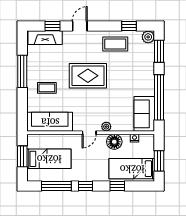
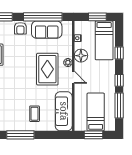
armchair: (146, 72) -> (20, 28), added
rug: (88, 76) -> (47, 69), moved
sofa: (144, 114) -> (47, 30), moved

